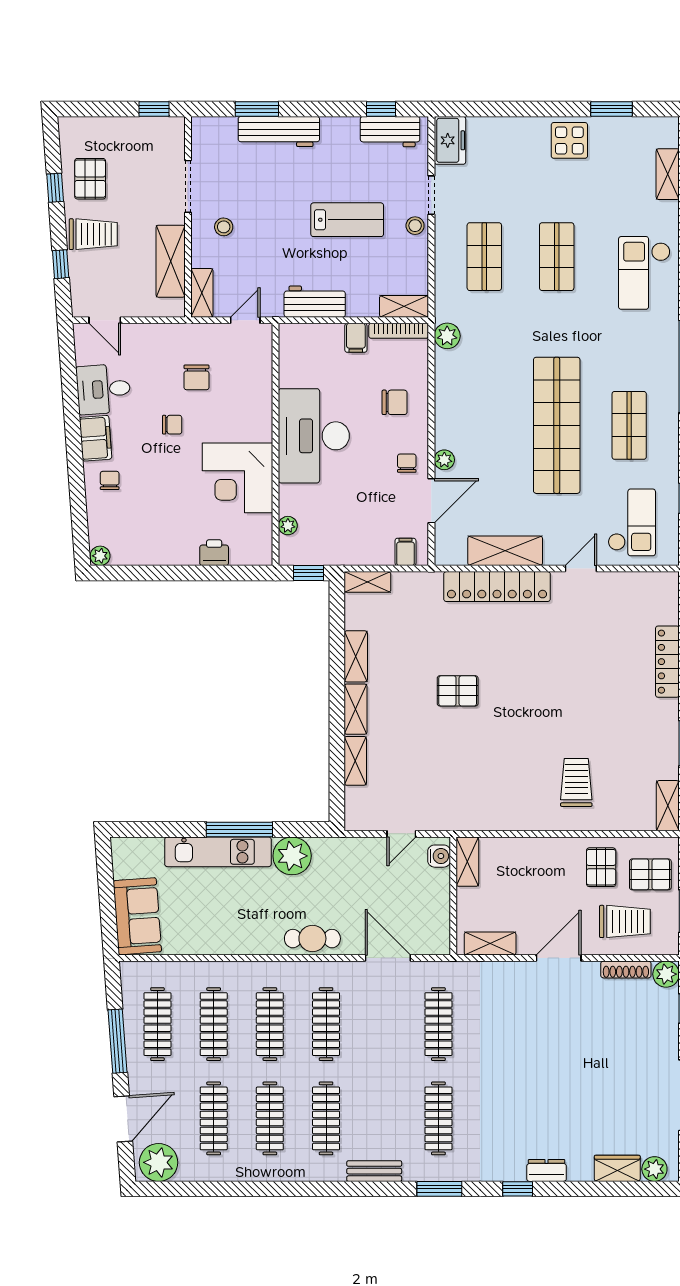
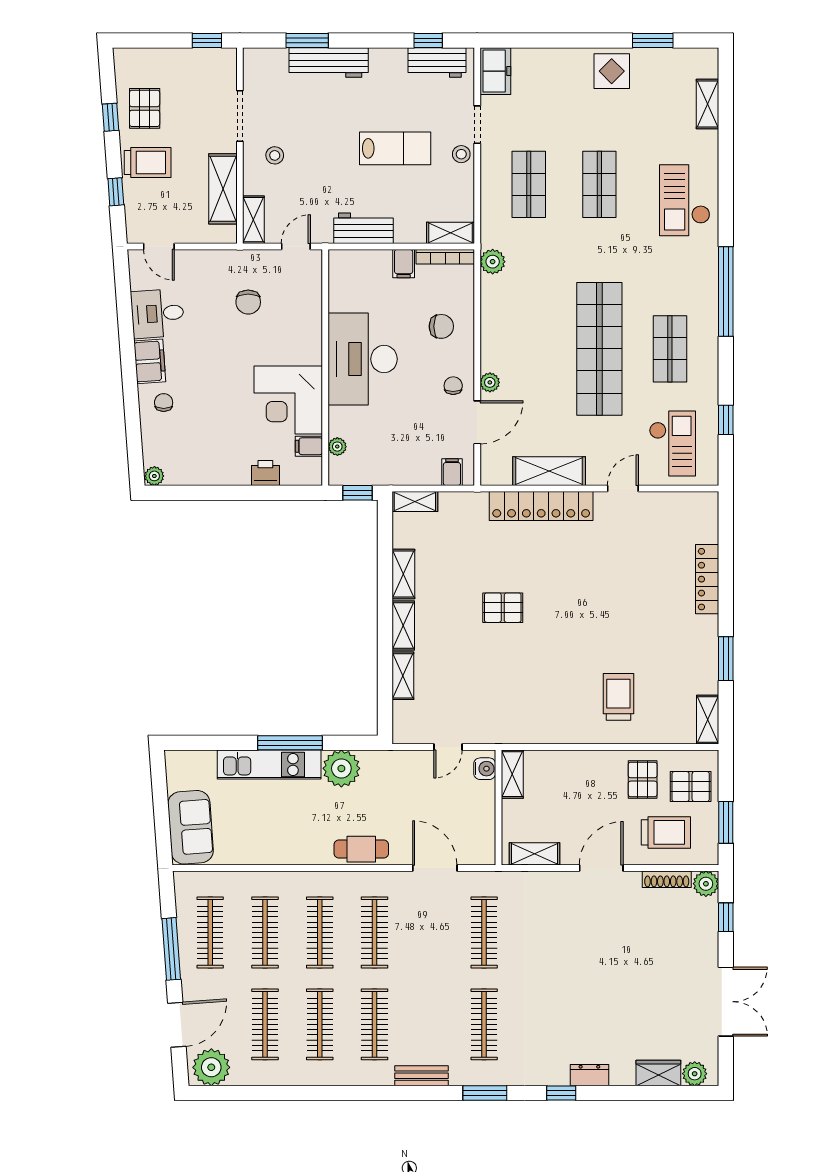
chair: (172, 425) -> (225, 348), removed
filing cabinet: (259, 525) -> (309, 446), added

